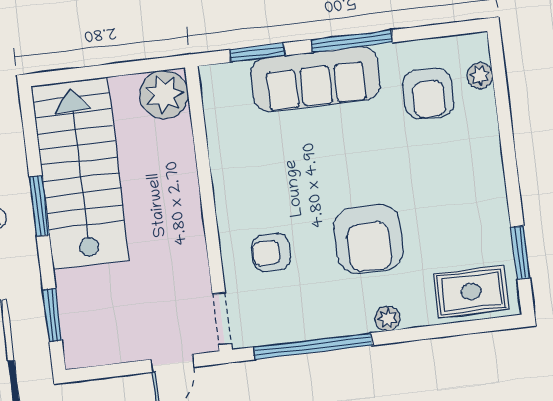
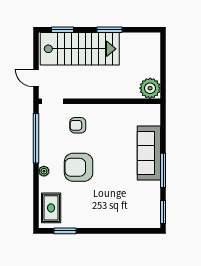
window: (258, 53) -> (163, 212), moved
plant: (480, 76) -> (142, 223), removed
armchair: (428, 93) -> (137, 200), removed
stairs: (80, 173) -> (80, 49), moved
armchair: (271, 252) -> (78, 125), turned -90

